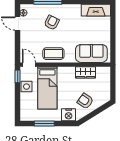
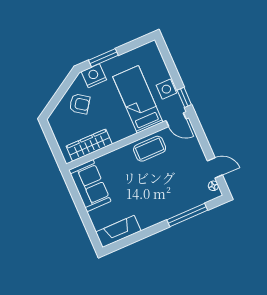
armchair: (52, 23) -> (170, 189), removed
sofa: (91, 53) -> (90, 186), moved, turned -90
wardrobe: (86, 72) -> (89, 145), width x1.50
window: (44, 124) -> (103, 58), moved

